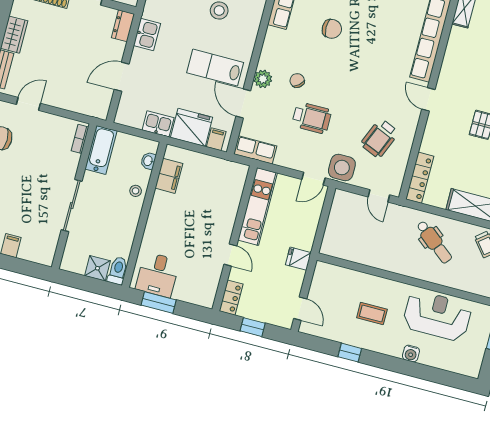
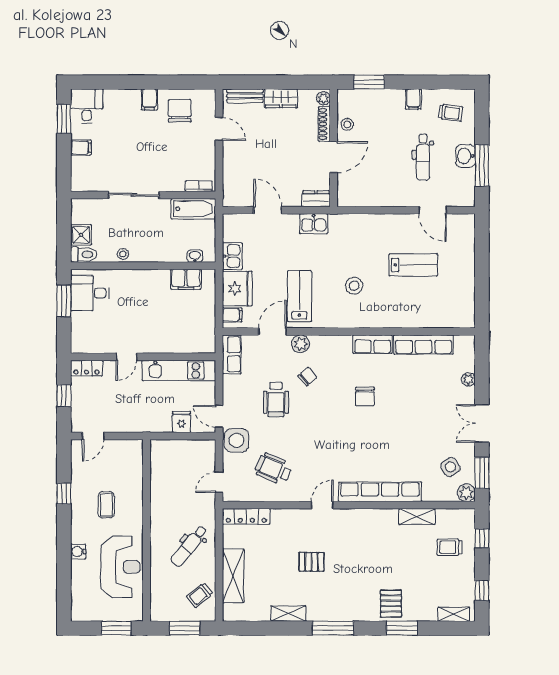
stool: (136, 191) -> (123, 254), moved
fridge: (298, 259) -> (181, 422), moved

